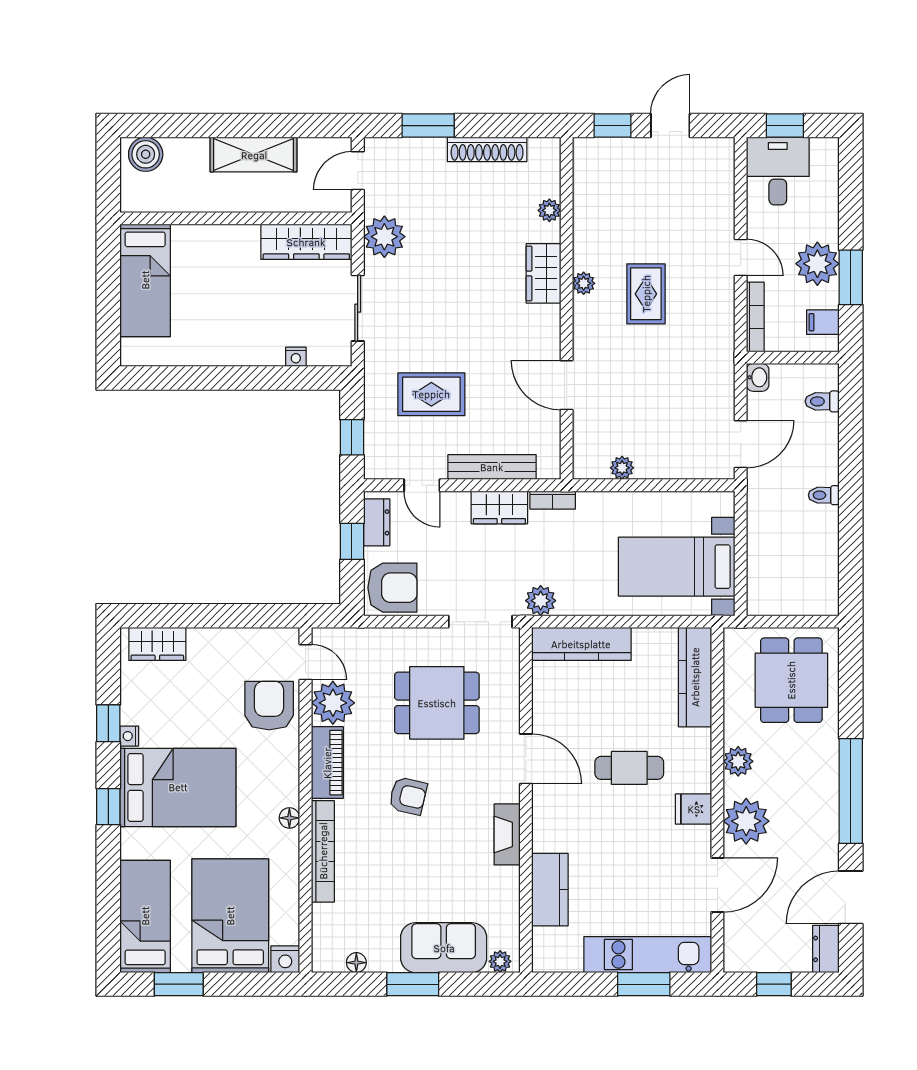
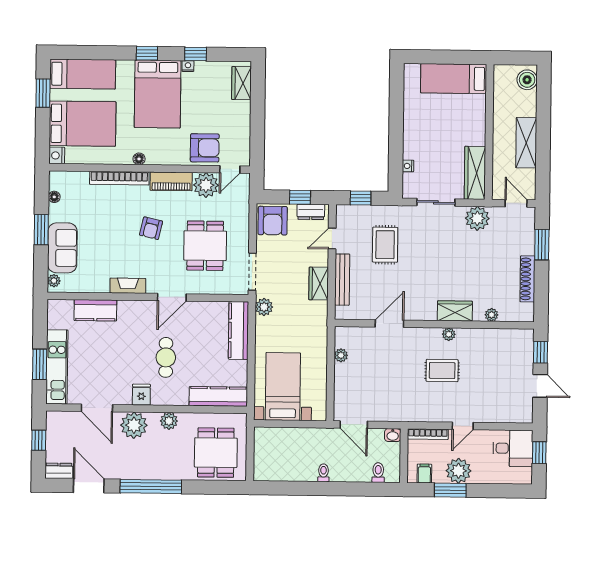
bookcase: (553, 500) -> (323, 315), removed
dining table: (791, 680) -> (216, 453), turned 90

